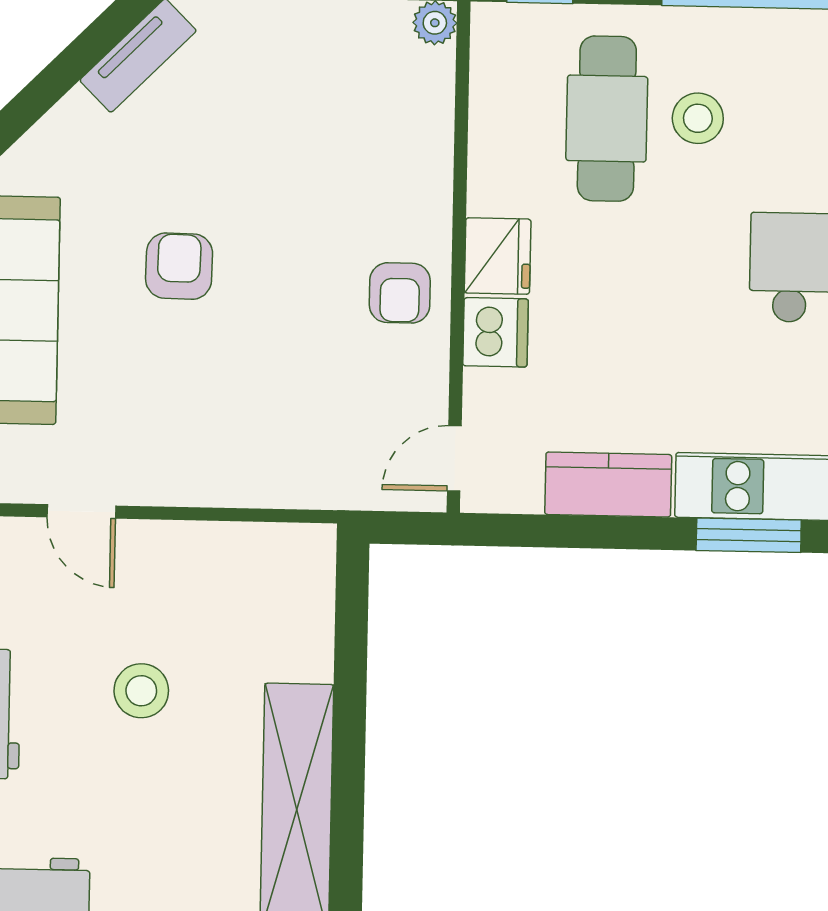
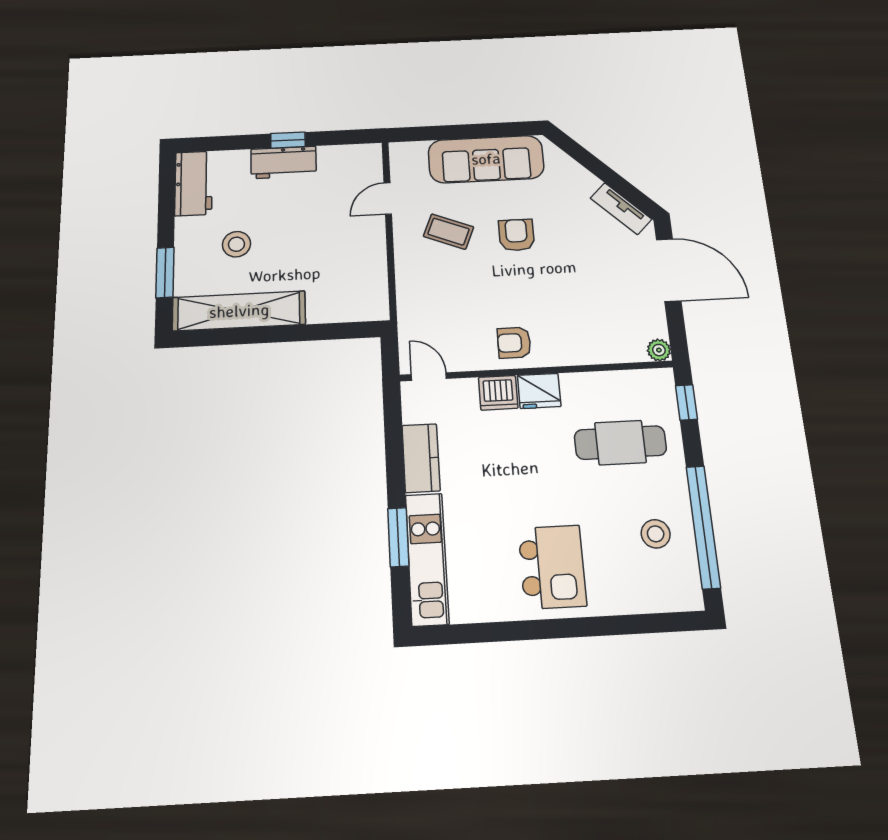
stool: (698, 118) -> (656, 534), moved
armchair: (179, 266) -> (516, 235), turned -91
coffee table: (162, 398) -> (448, 232), added
stool: (141, 691) -> (236, 244), moved

